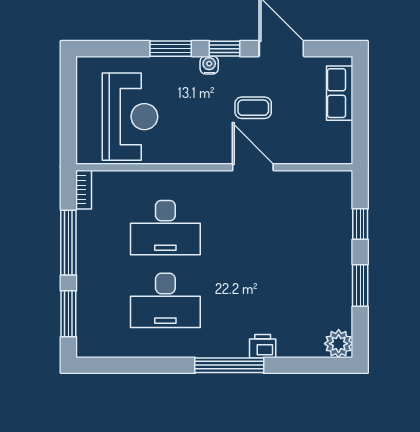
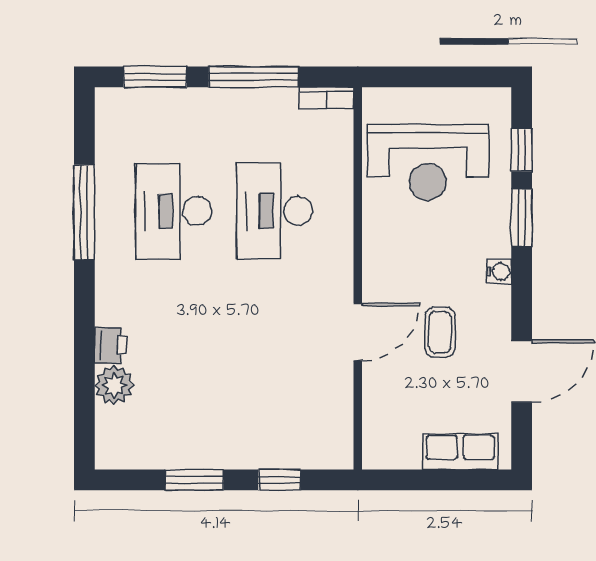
window: (225, 49) -> (522, 150), moved
plant: (339, 344) -> (114, 385), moved
window: (229, 365) -> (84, 212), moved

